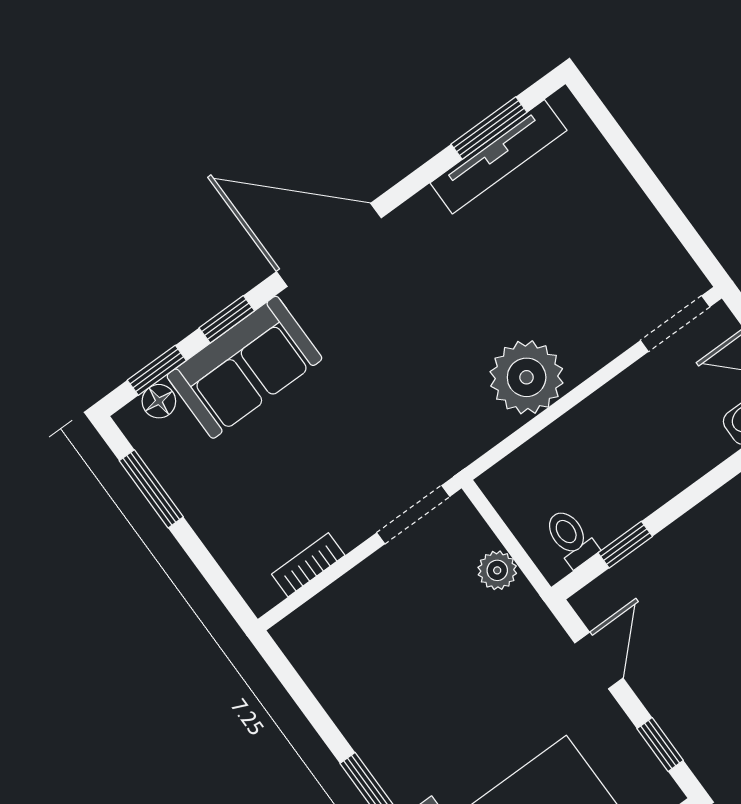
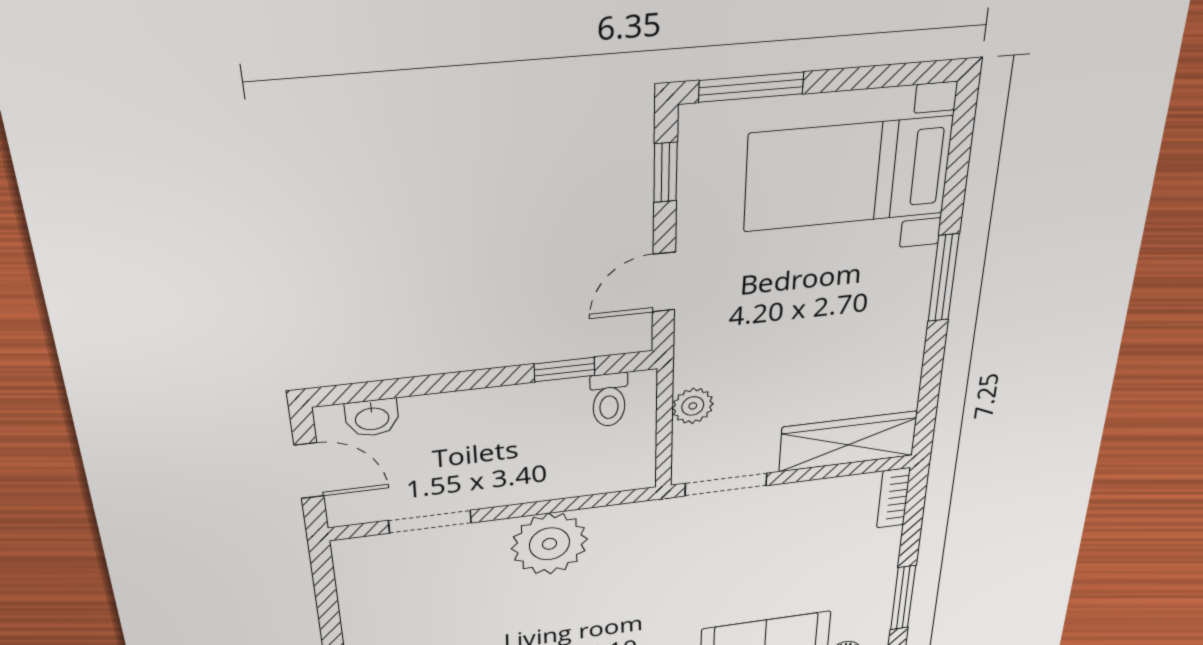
doorway: (675, 324) -> (430, 522), moved
bookcase: (308, 565) -> (893, 498), moved, turned 90
wardrobe: (336, 612) -> (848, 441), added

